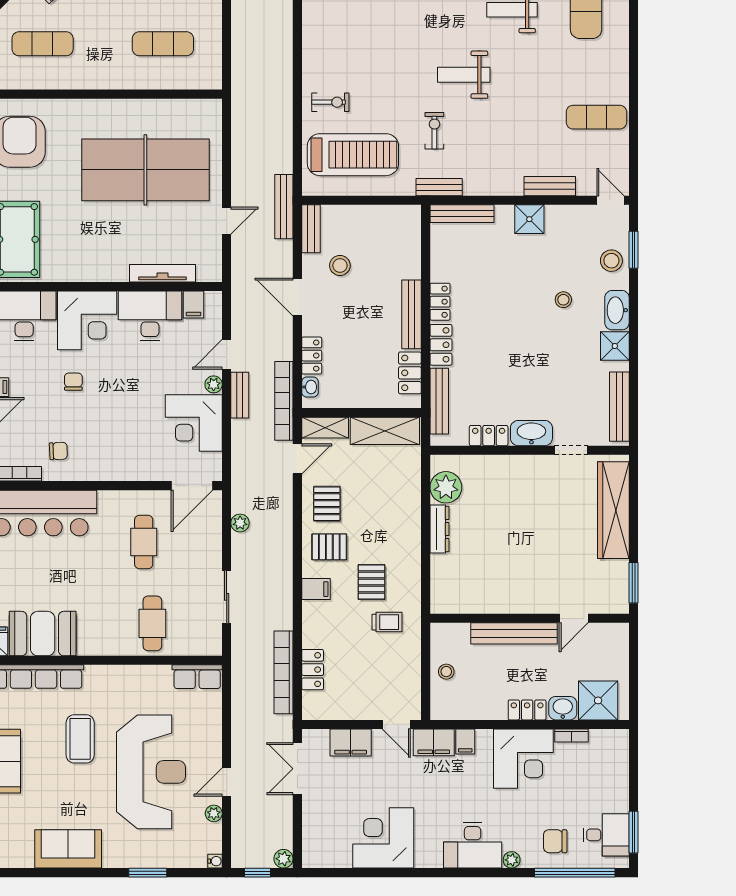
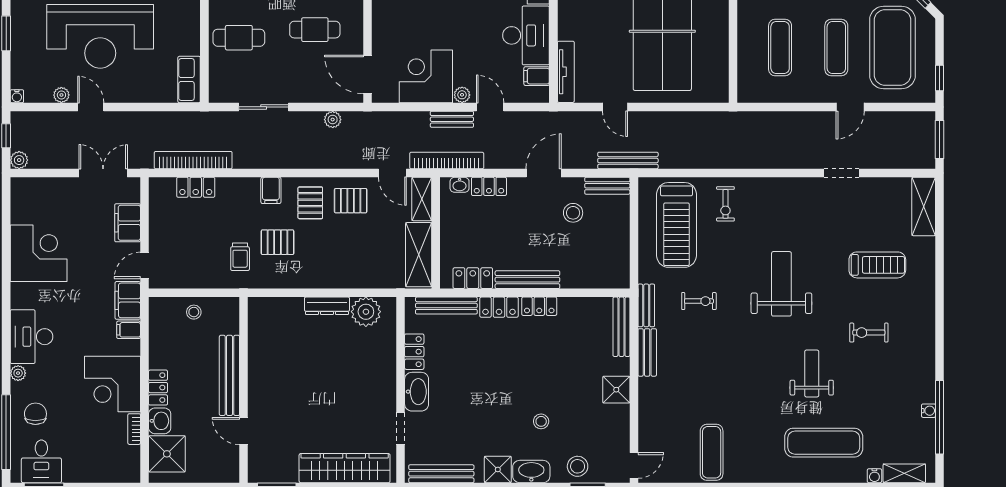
weight bench: (464, 75) -> (781, 284), moved, width x1.36, depth x1.33
bench: (550, 186) -> (647, 352), moved
tv unit: (162, 273) -> (566, 72), moved

